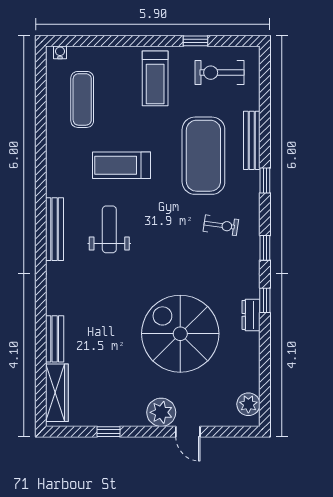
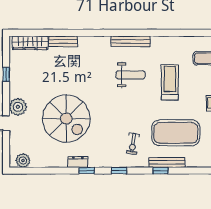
bench: (252, 140) -> (167, 162), moved
spiral stairs: (180, 334) -> (66, 119), turned 90

